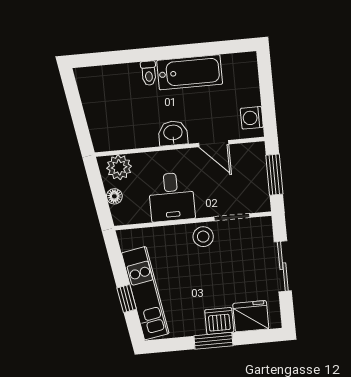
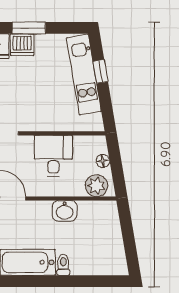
washbasin: (173, 133) -> (65, 211), moved
stool: (203, 237) -> (29, 119), removed

